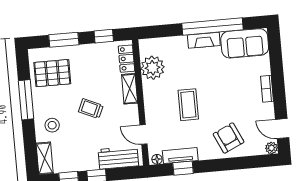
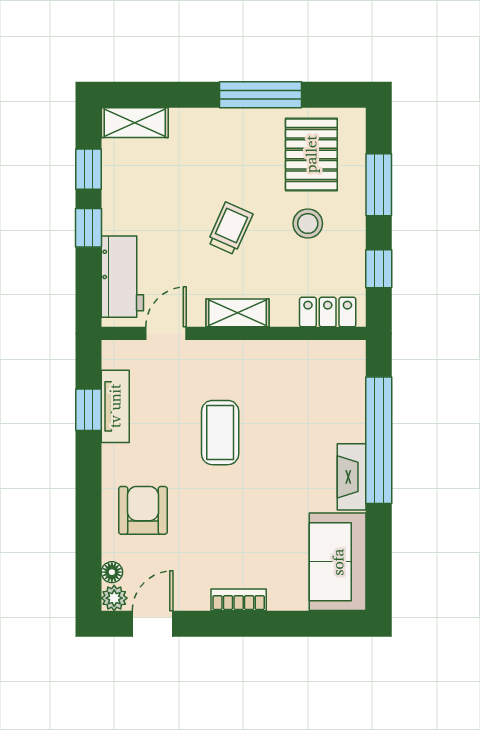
window: (212, 26) -> (379, 440), moved
plant: (153, 68) -> (304, 365), removed
shelving: (130, 89) -> (238, 313), moved
coffee table: (188, 105) -> (220, 433), turned 90
stool: (52, 125) -> (308, 224), moved
armchair: (229, 138) -> (143, 510), turned -65
floor lamp: (157, 159) -> (112, 572), moved

